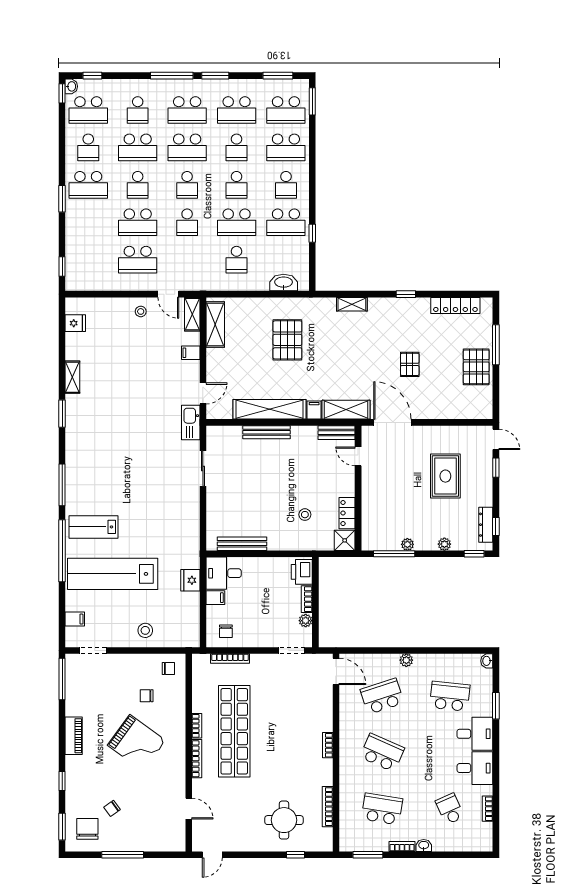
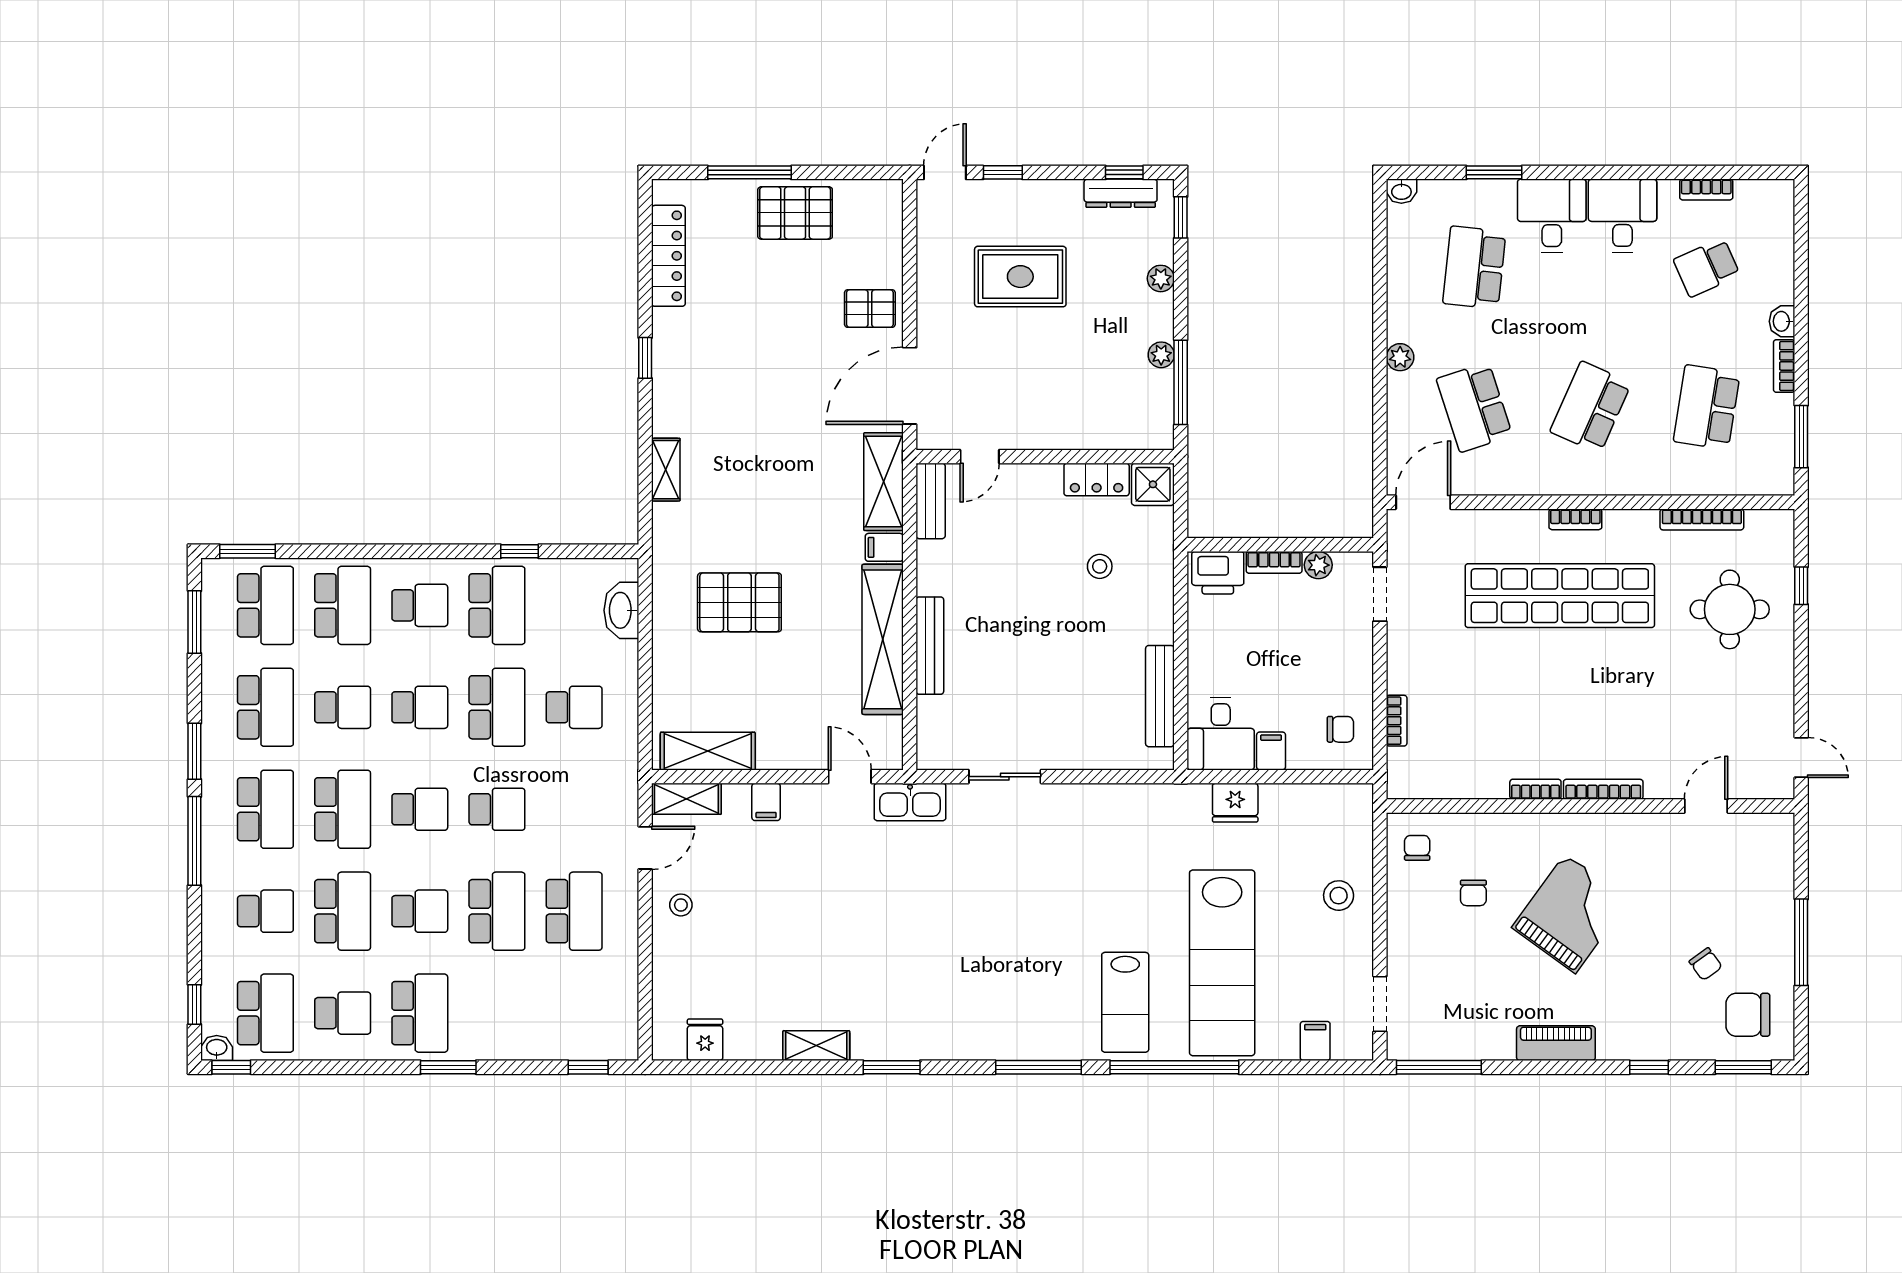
pallet: (410, 364) -> (870, 309), moved
bookcase: (230, 659) -> (1397, 721), width x0.64
shop shelf: (234, 731) -> (1560, 596), moved

